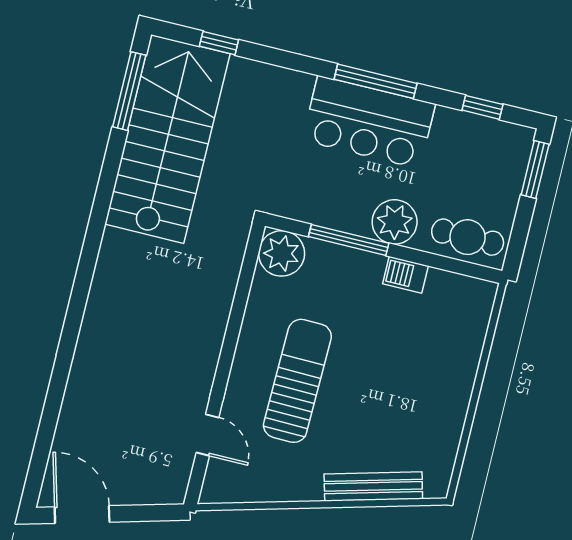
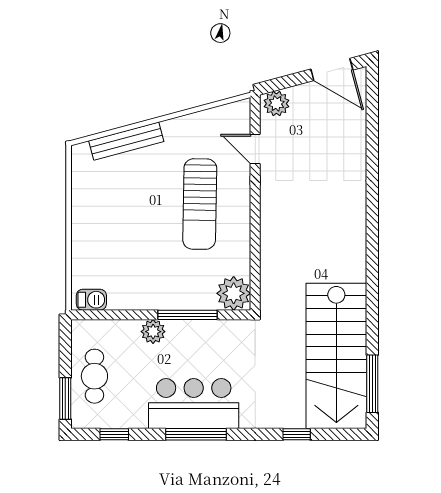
window: (219, 43) -> (297, 434), moved
plant: (395, 222) -> (153, 332), width x0.73, depth x0.73
cafe table: (468, 237) -> (94, 376), moved, turned 90
barbecue: (406, 275) -> (91, 300), moved
plant: (165, 488) -> (276, 104), added

